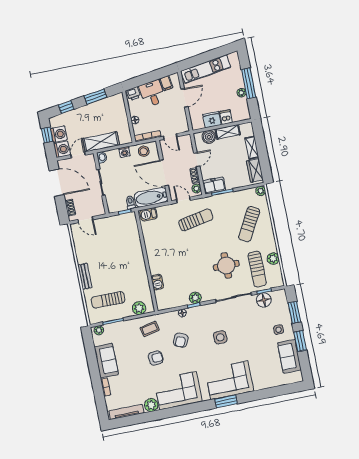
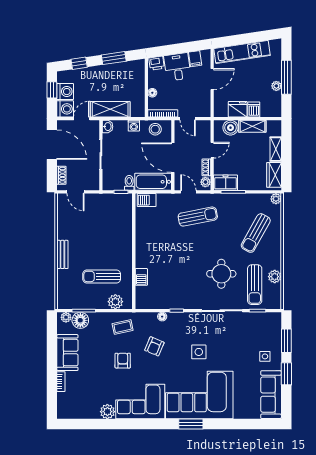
plant: (195, 298) -> (180, 303), removed
sun lounger: (108, 300) -> (102, 276), moved
floor lamp: (264, 300) -> (80, 320), moved
sofa: (289, 356) -> (271, 395), width x1.36
armchair: (156, 358) -> (123, 361), turned -85
corner sofa: (229, 380) -> (199, 395), width x1.36, depth x1.36
tv unit: (126, 412) -> (78, 414), removed

